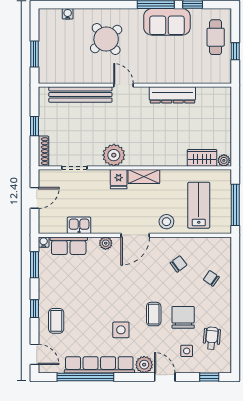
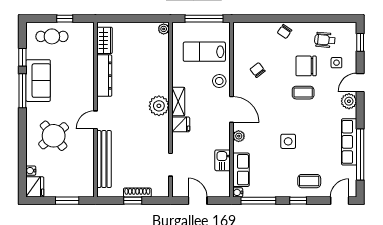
fridge: (50, 18) -> (35, 187), added
shoe rack: (43, 151) -> (137, 193), moved
plant: (114, 155) -> (159, 106), moved
wardrobe: (202, 158) -> (105, 40), moved, turned 180
window: (35, 265) -> (258, 201), width x1.44
chair: (211, 278) -> (285, 31), moved
side table: (121, 330) -> (288, 141), moved
row of seats: (99, 365) -> (349, 142), width x0.73

